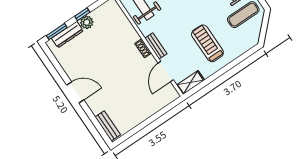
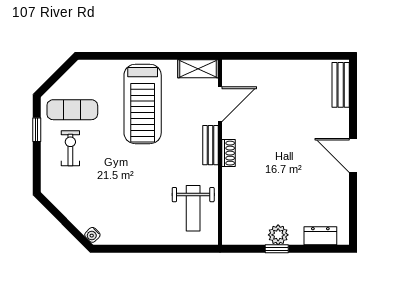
window: (57, 32) -> (324, 249), removed
dresser: (67, 35) -> (320, 236), width x0.70
treadmill: (207, 43) -> (143, 104), width x1.37, depth x1.37

